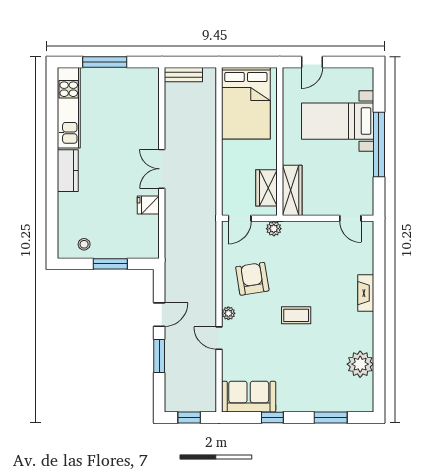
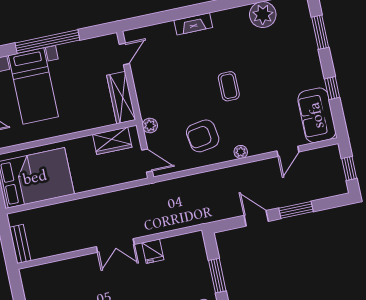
wardrobe: (292, 190) -> (121, 98), moved, turned -90
door: (219, 338) -> (288, 151), moved

